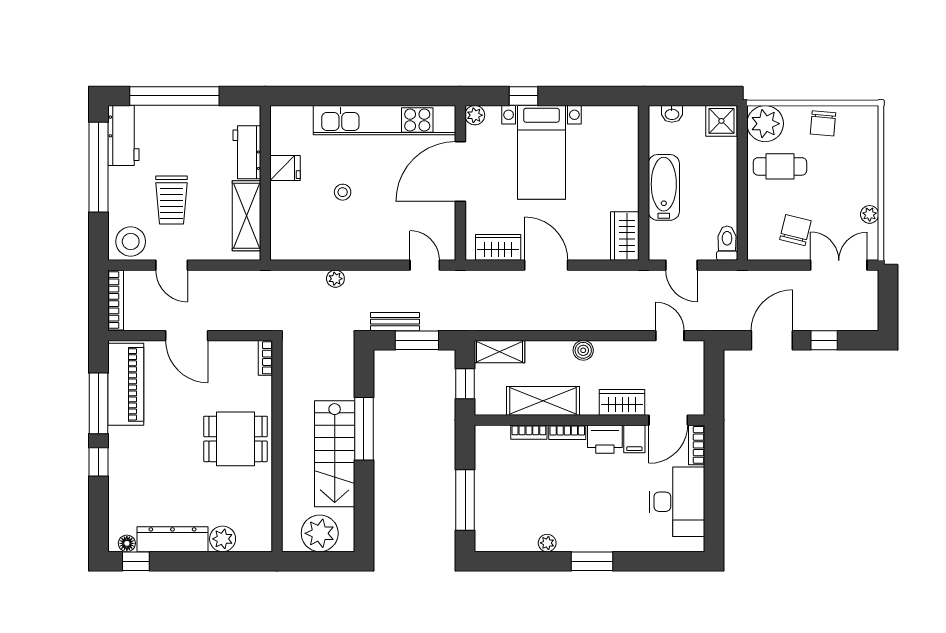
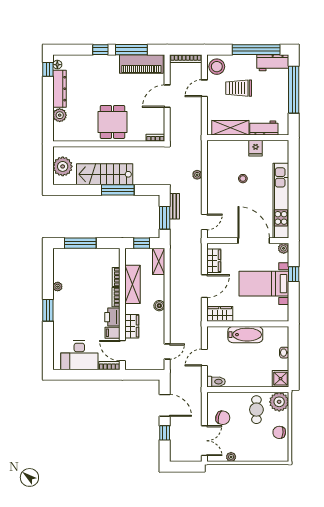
wall: (644, 183) -> (248, 324), moved
bathtub: (664, 187) -> (245, 335), moved
wardrobe: (625, 236) -> (220, 314), moved

